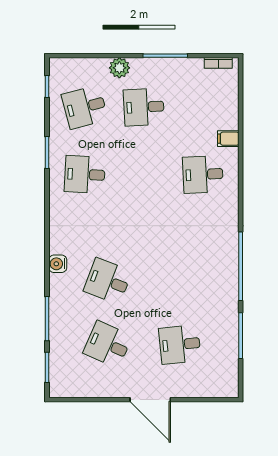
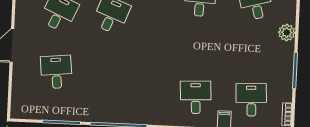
desk: (144, 107) -> (251, 100), moved

